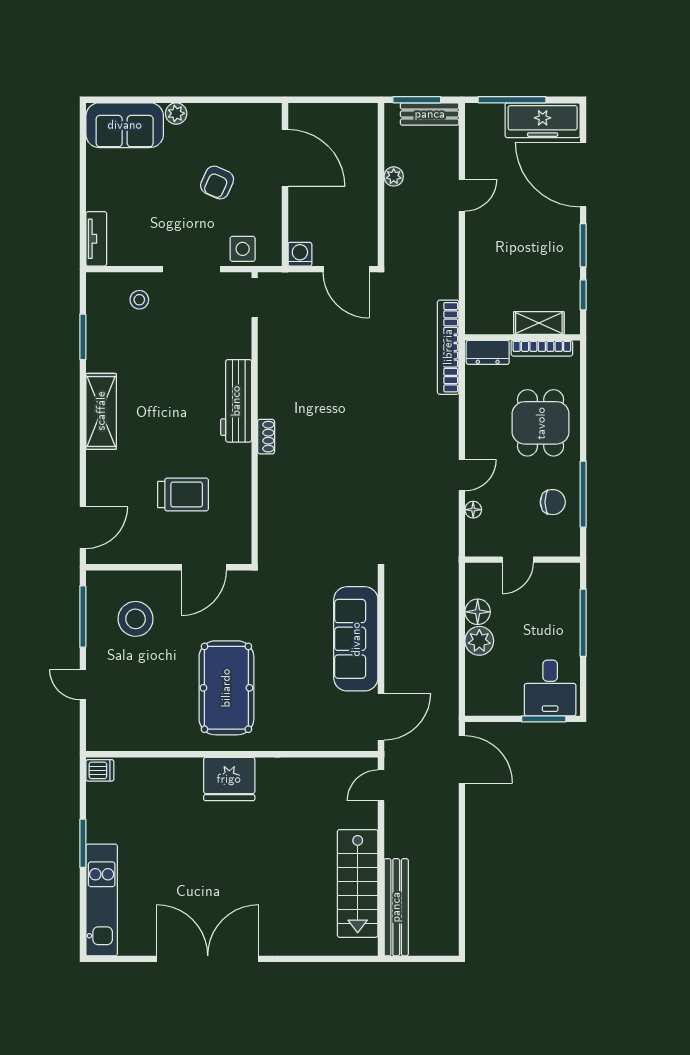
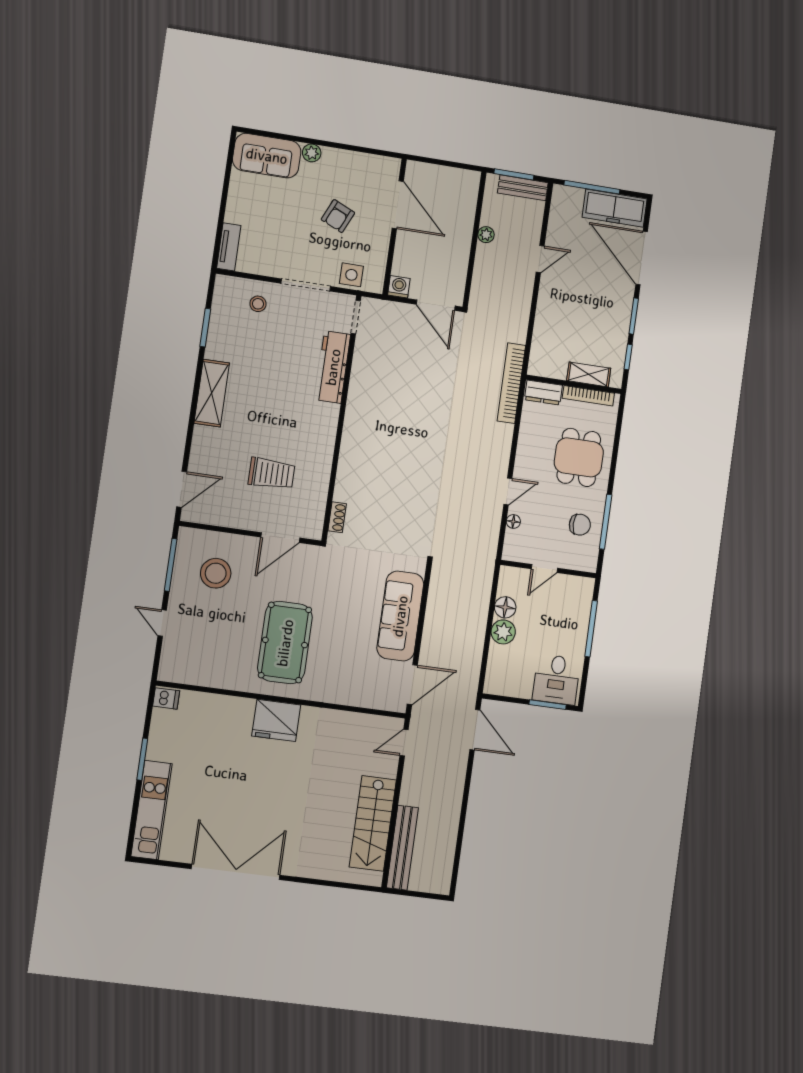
workbench: (236, 401) -> (333, 367), moved
shoe rack: (266, 437) -> (337, 517), moved

